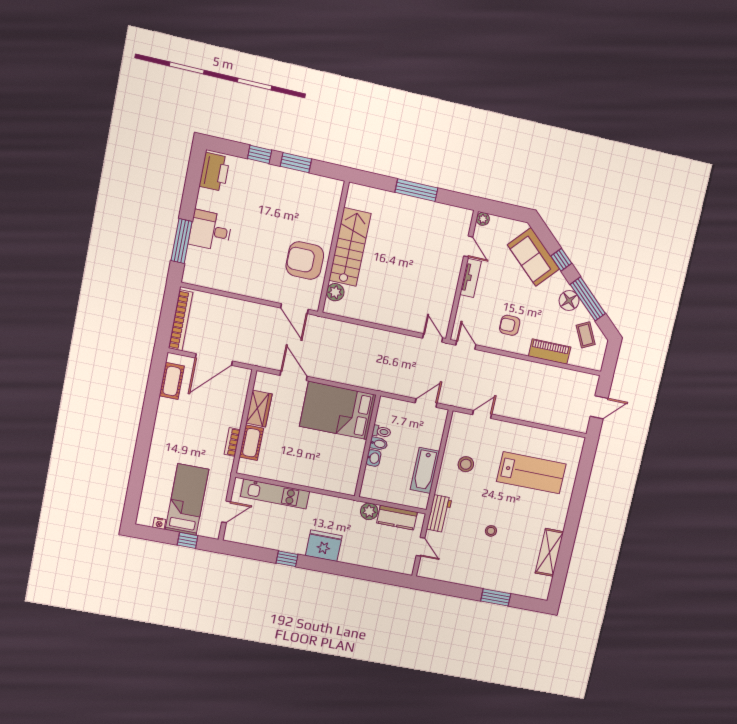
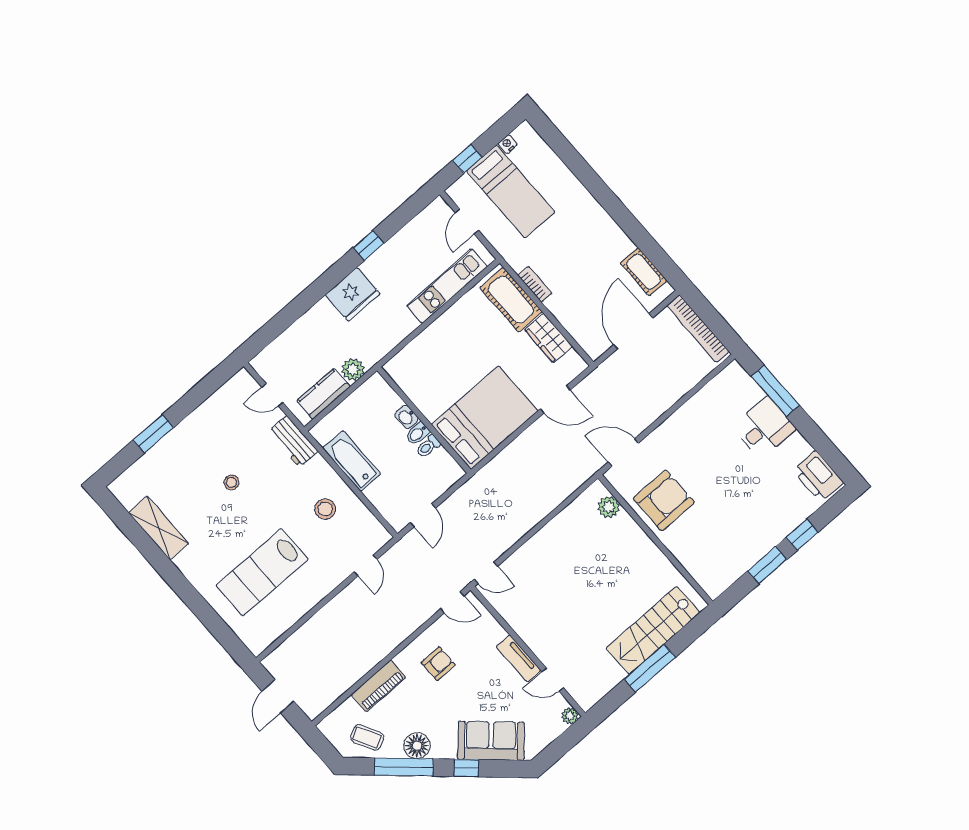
stairs: (350, 247) -> (653, 630), moved, turned 90
cot: (251, 443) -> (511, 300), width x1.37, depth x1.34

